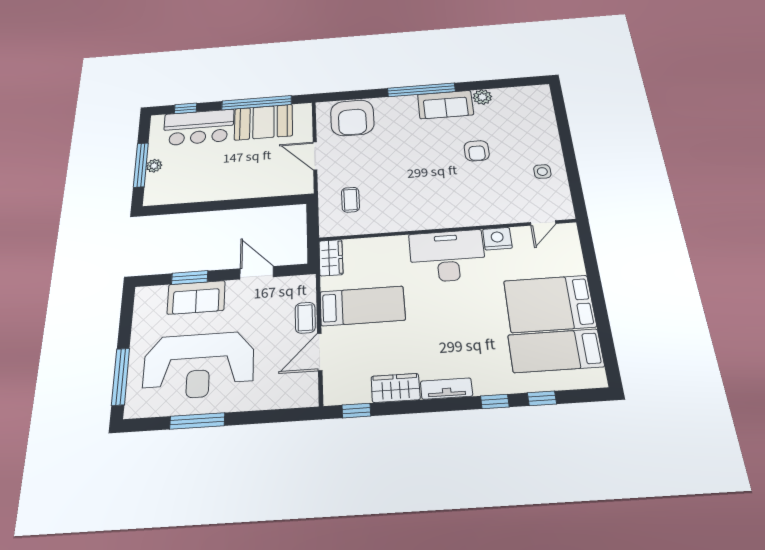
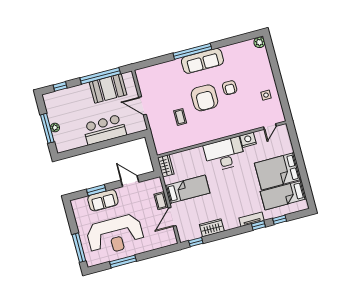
plant: (482, 97) -> (259, 42), moved
sofa: (445, 105) -> (202, 61), width x1.36
armchair: (352, 118) -> (205, 98), moved
bar counter: (199, 127) -> (105, 130), moved, turned 180
coffee table: (350, 200) -> (180, 117), moved
tv unit: (446, 389) -> (252, 219), moved

